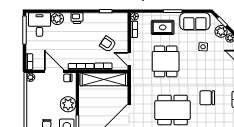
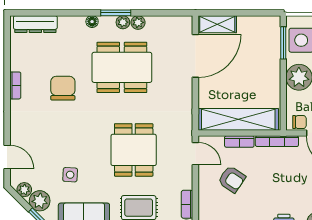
chair: (207, 98) -> (63, 88), turned -90

